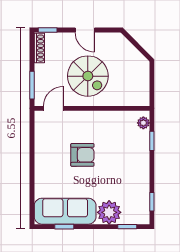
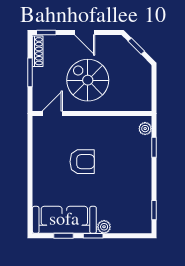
window: (135, 43) -> (136, 46), added
spiral stairs: (88, 76) -> (88, 80), turned 180
window: (32, 85) -> (30, 72), moved
plant: (109, 212) -> (104, 227), width x0.53, depth x0.53
window: (127, 227) -> (93, 236), moved

